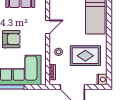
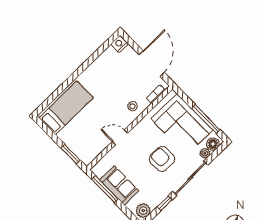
rug: (85, 56) -> (113, 79), removed

